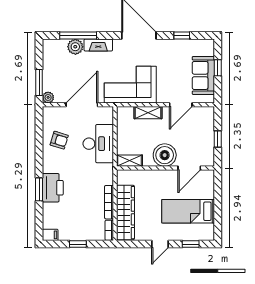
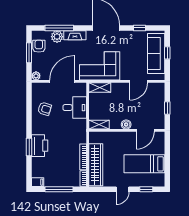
armchair: (52, 59) -> (39, 46), added
sofa: (203, 75) -> (156, 53), width x1.36
window: (39, 83) -> (29, 53), moved
shelving: (148, 113) -> (100, 88), moved
desk: (98, 144) -> (75, 108), width x0.73
boiler: (165, 155) -> (126, 124), width x0.54, depth x0.54
window: (78, 244) -> (59, 189), width x2.17

